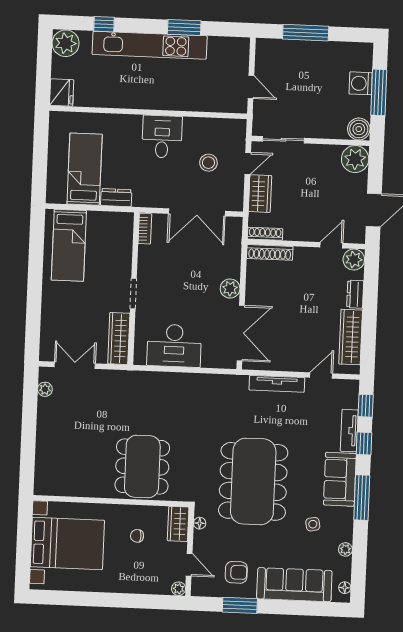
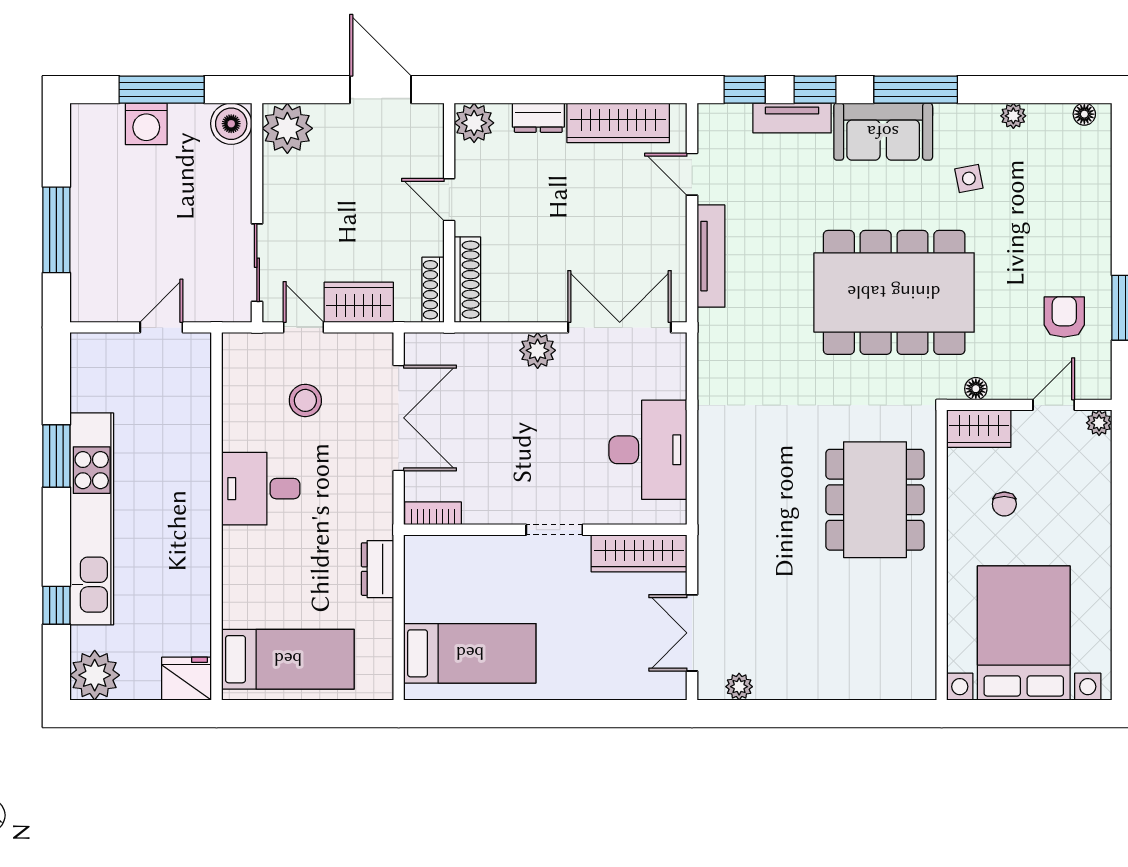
bed: (85, 169) -> (288, 659), moved, turned 180
door: (331, 245) -> (449, 200), moved
dining table: (142, 467) -> (875, 500), turned 90
sofa: (294, 585) -> (1083, 208), removed

